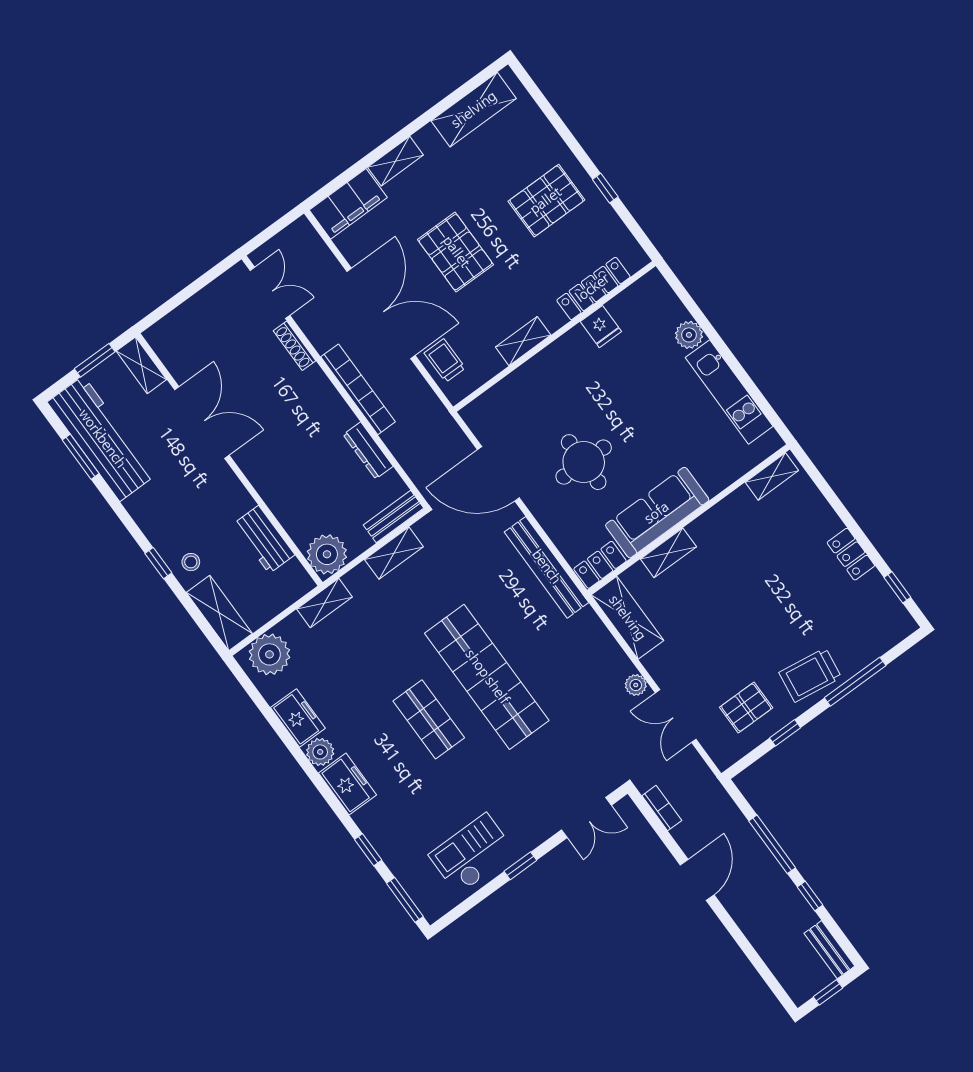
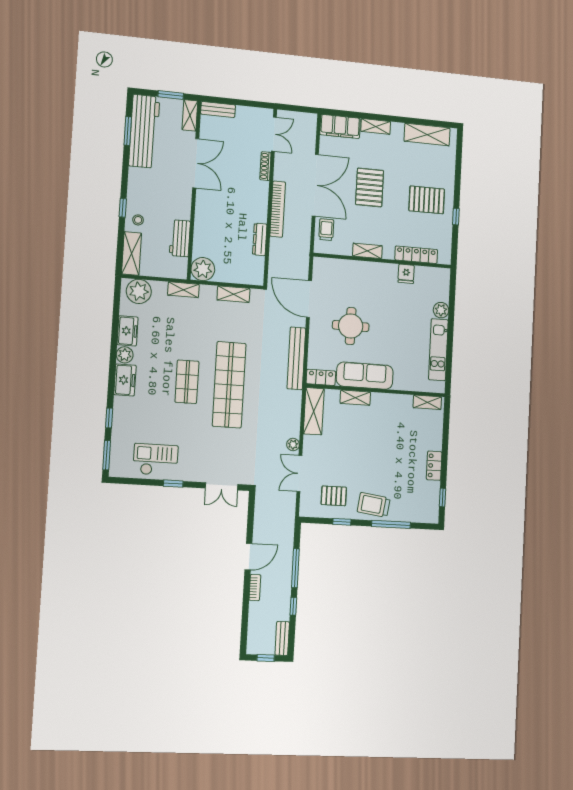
bench: (393, 516) -> (218, 109), moved
bookcase: (662, 808) -> (255, 588), moved

